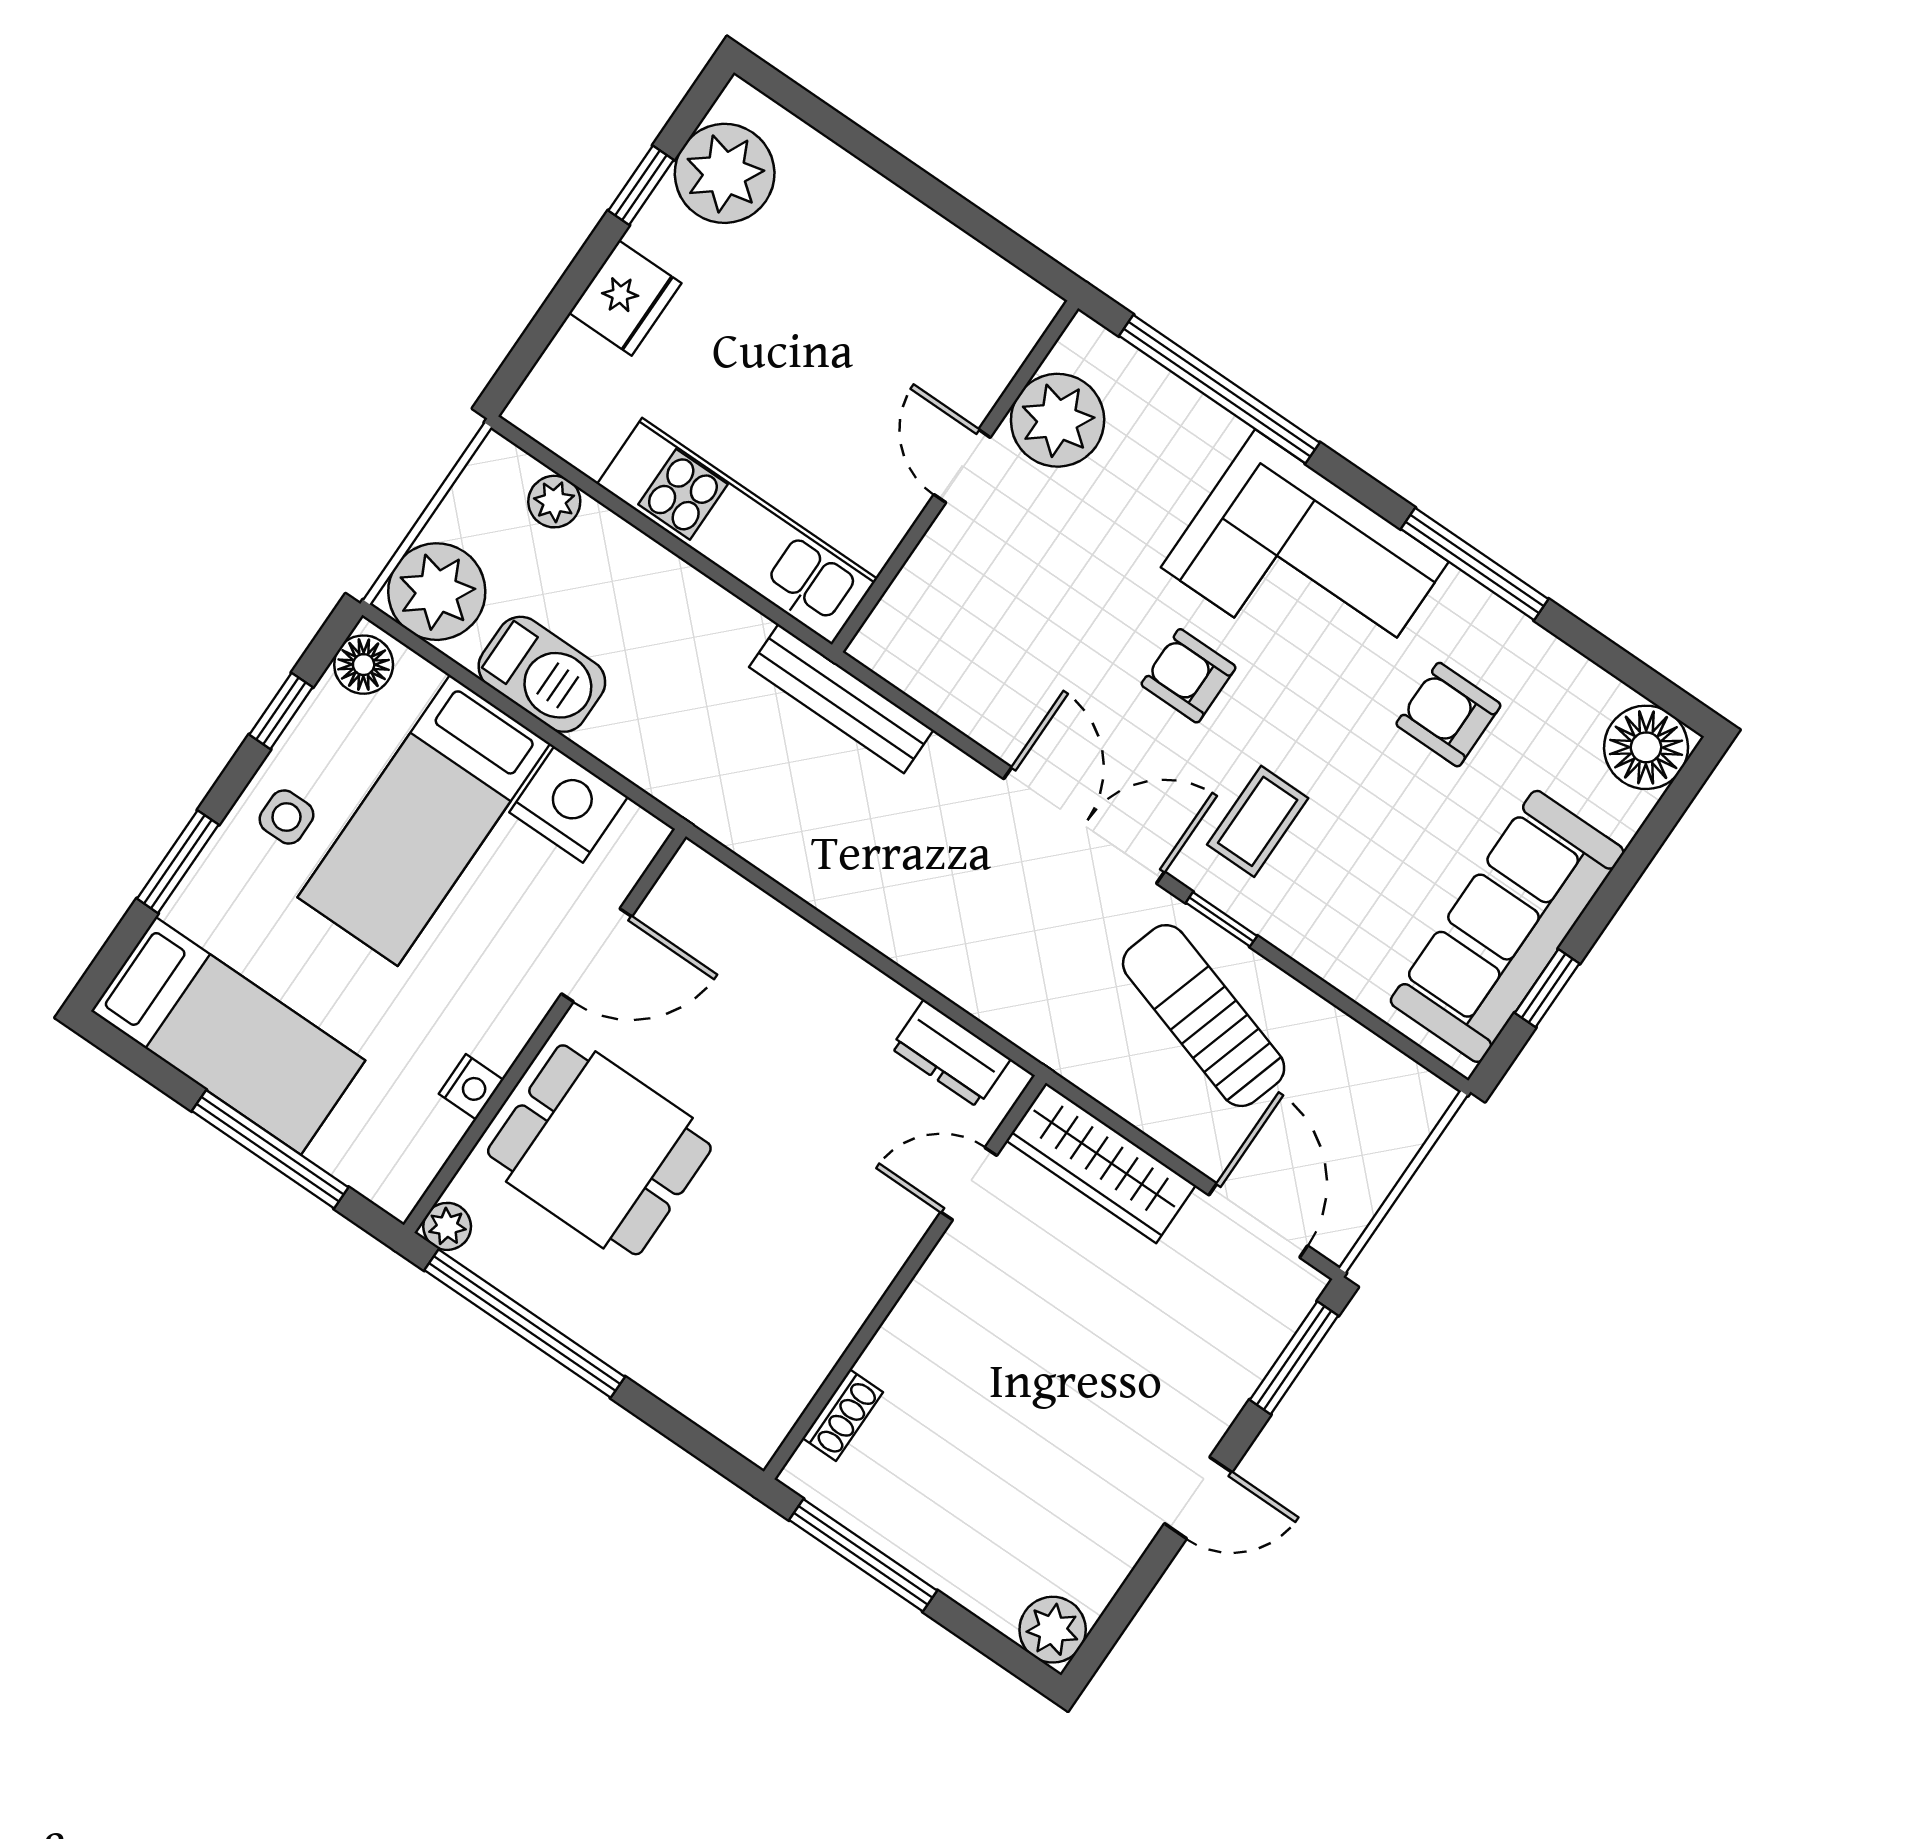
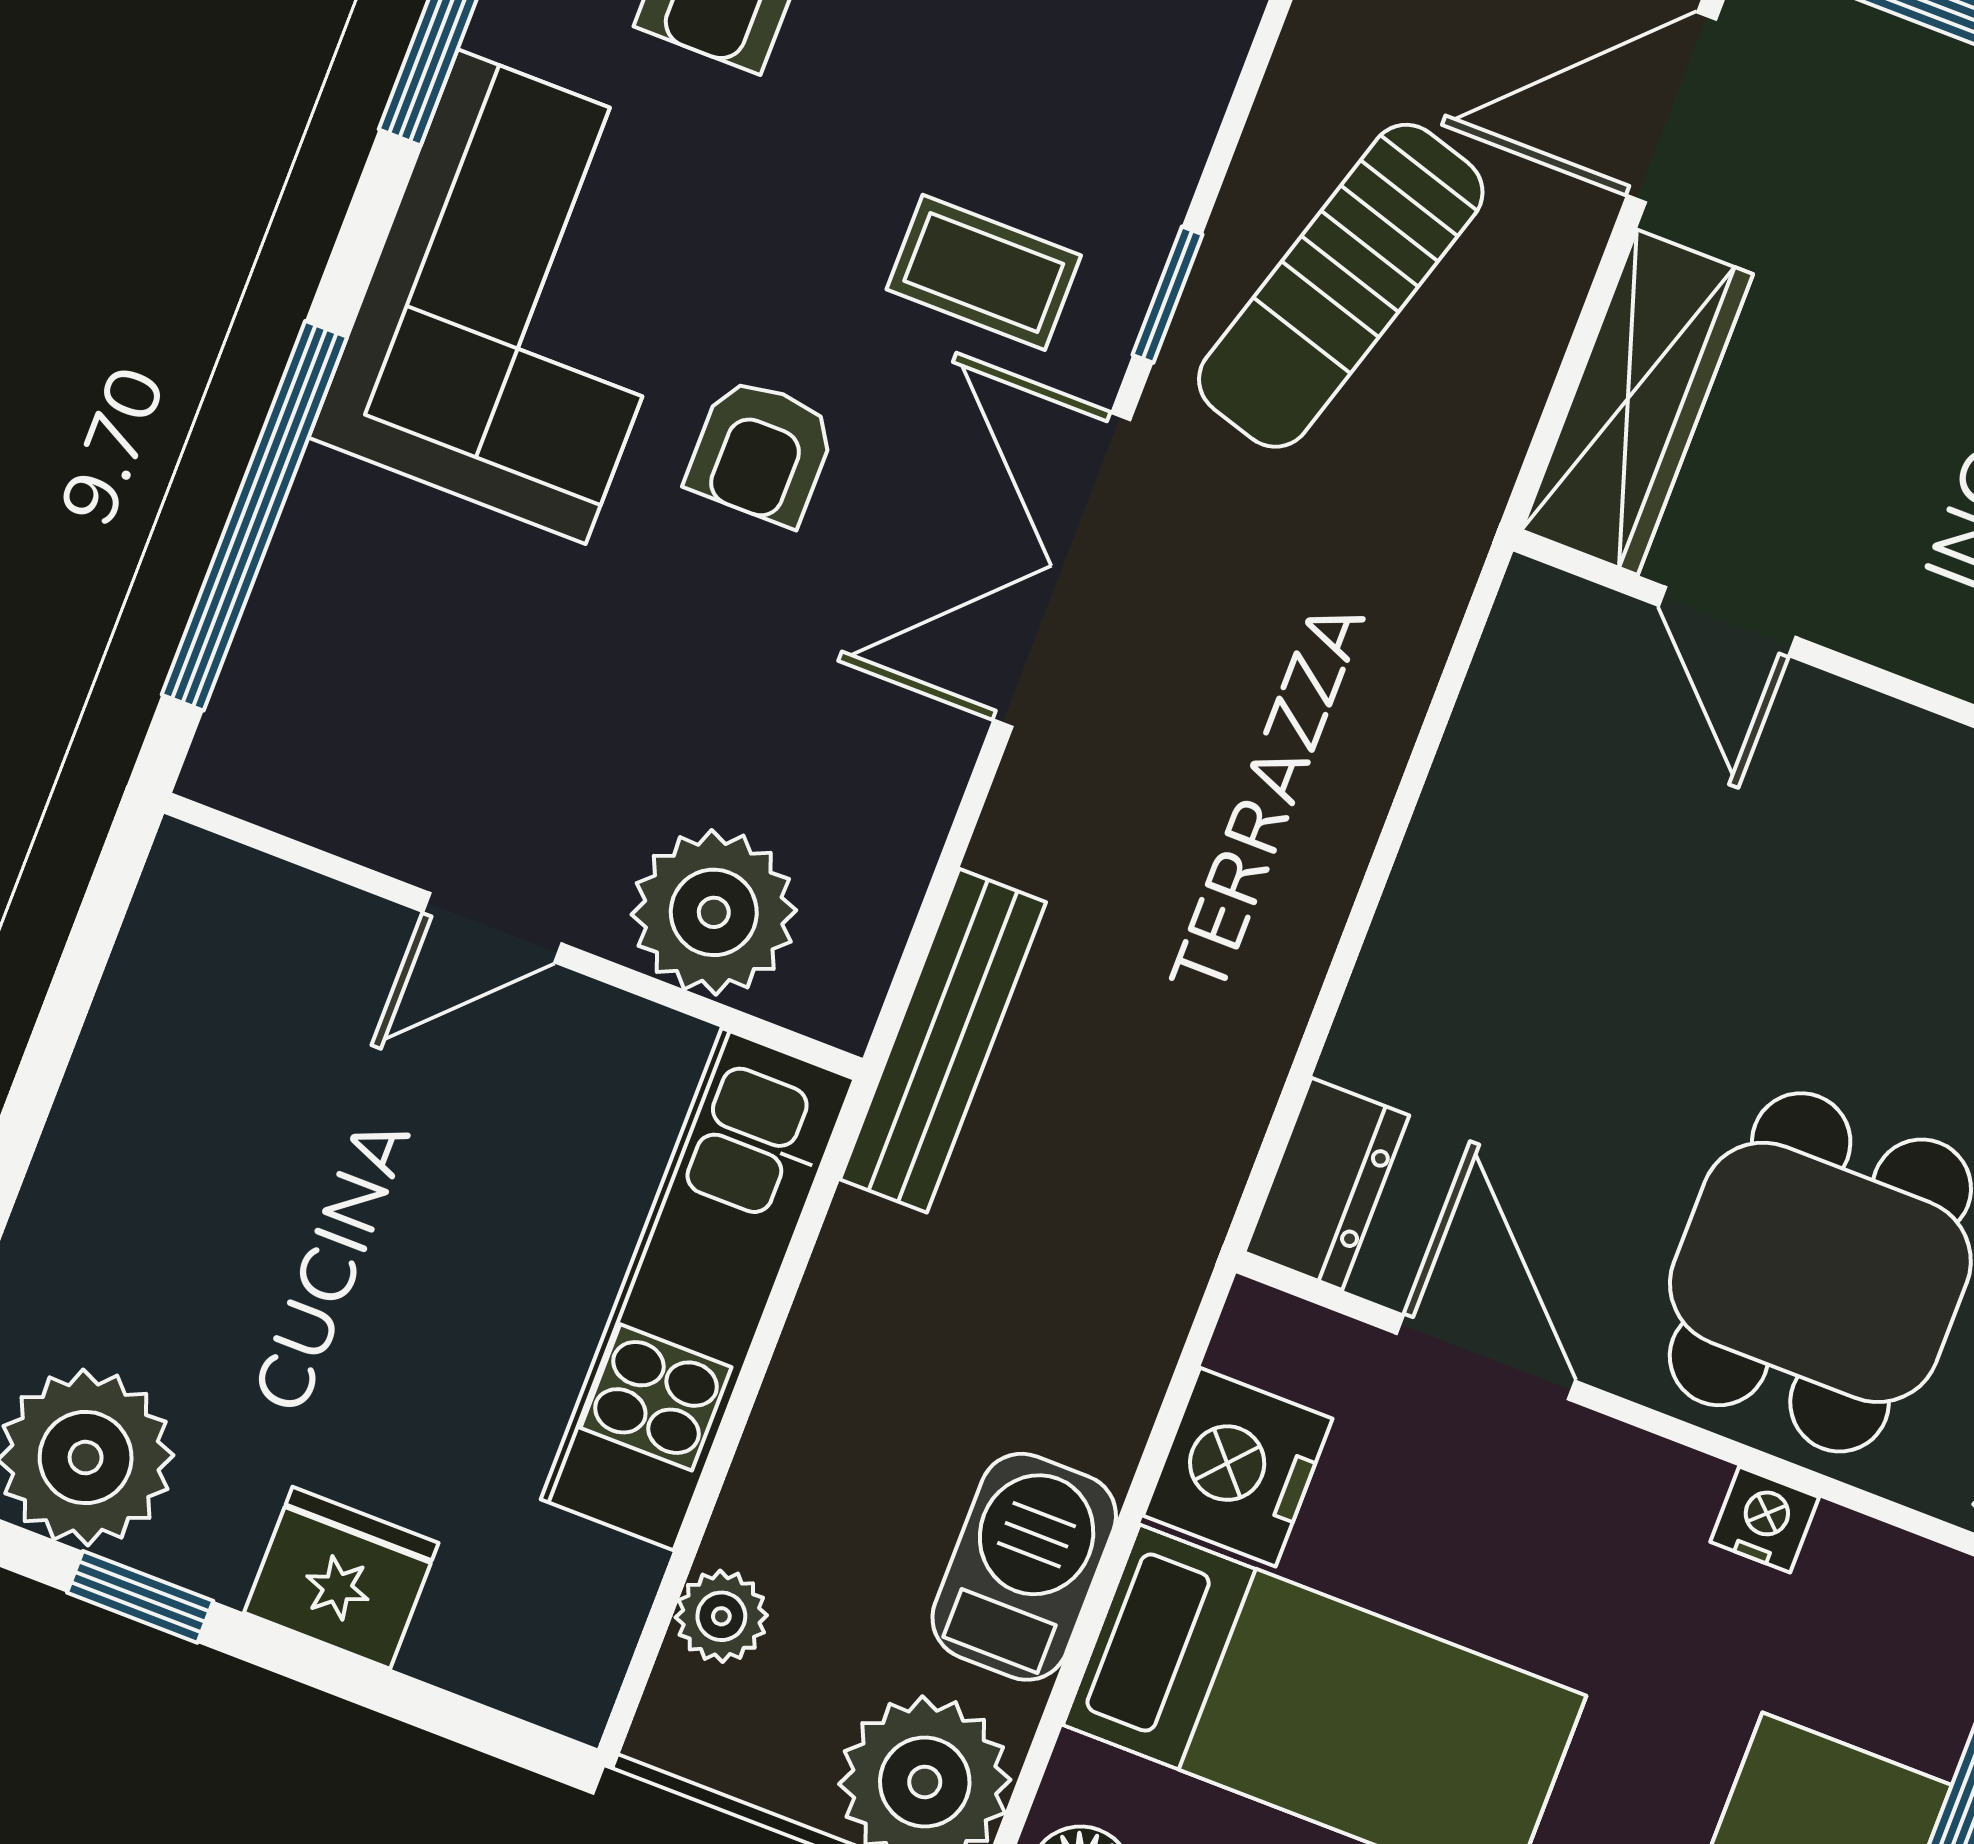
plant: (1058, 420) -> (714, 912), moved
dresser: (951, 1053) -> (1327, 1184), moved

